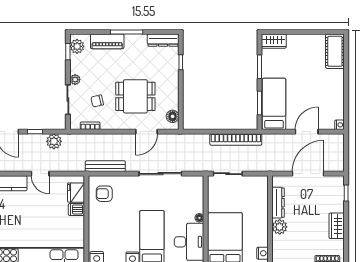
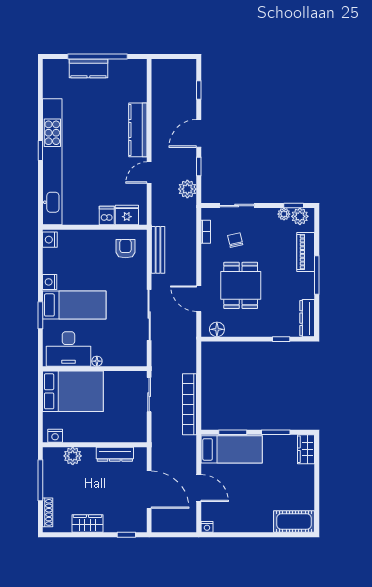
plant: (75, 80) -> (284, 214), moved
plant: (280, 227) -> (73, 456), moved

